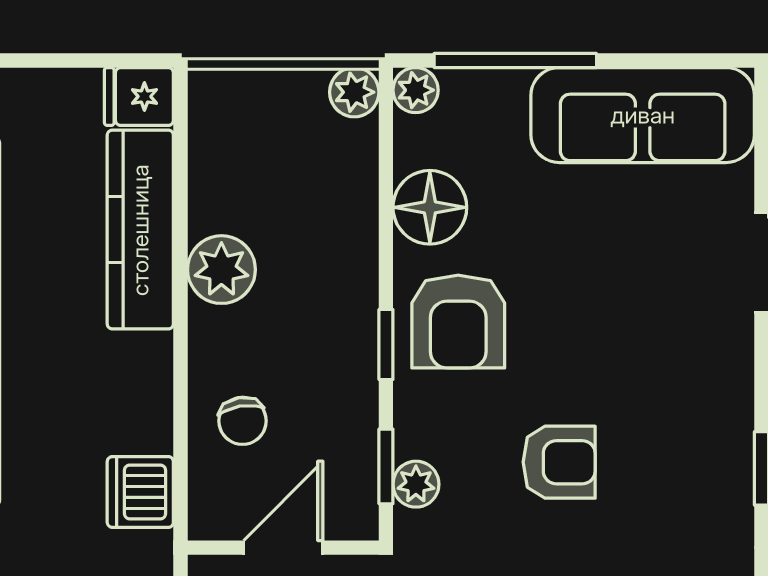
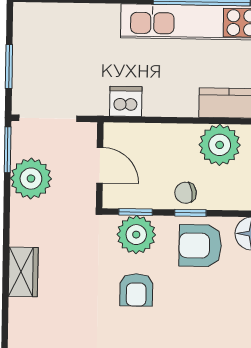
plant: (221, 270) -> (220, 145), width x1.36, depth x1.36
chair: (243, 421) -> (186, 193), moved
plant: (416, 484) -> (136, 235), width x1.88, depth x1.88

